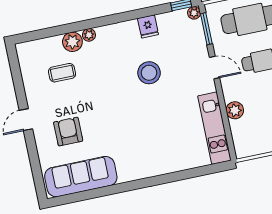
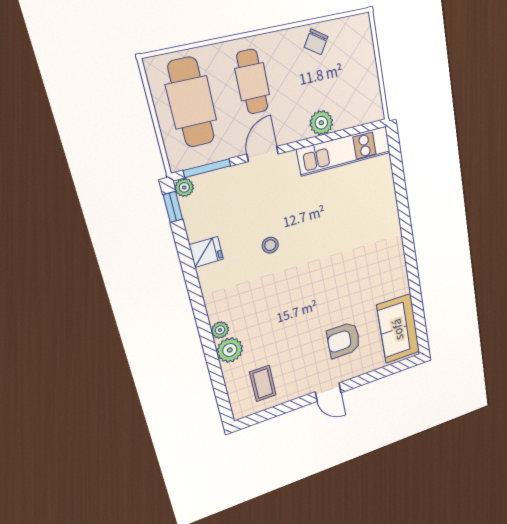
coffee table: (62, 73) -> (263, 383), moved
stool: (149, 73) -> (270, 245), width x0.53, depth x0.53
sofa: (81, 177) -> (398, 329), width x0.73

